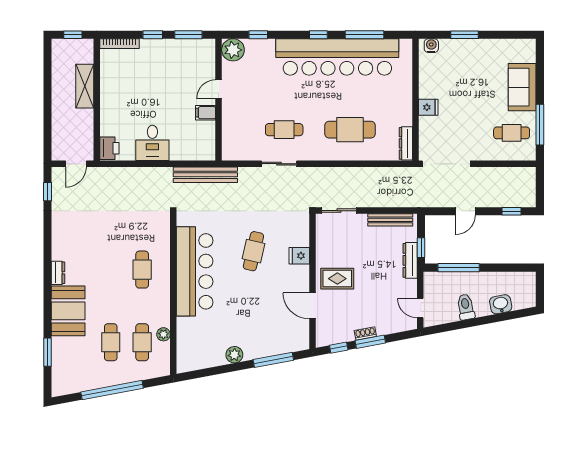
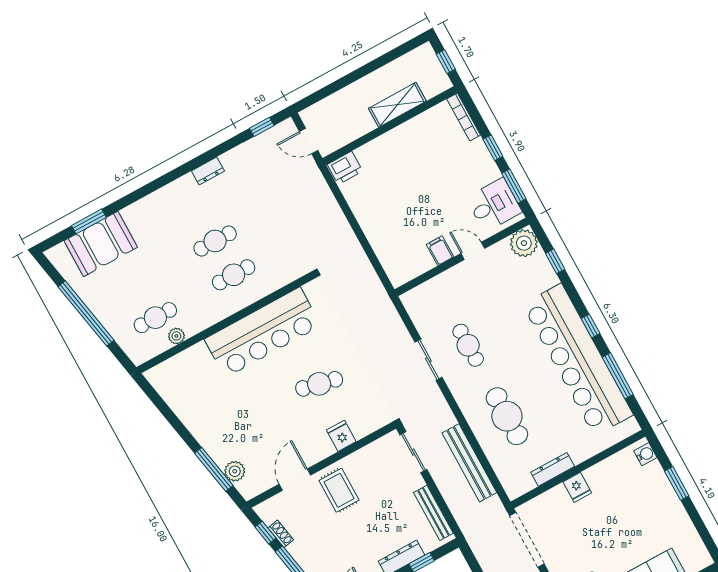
desk: (152, 143) -> (494, 205), moved, turned 180
dresser: (406, 143) -> (553, 469), moved
bench: (205, 175) -> (469, 463), moved
dresser: (58, 273) -> (208, 171), moved
booth: (68, 311) -> (101, 244), moved
shoe rack: (365, 333) -> (281, 534), moved
cafe table: (111, 342) -> (215, 241), moved
plant: (234, 355) -> (235, 471), moved

